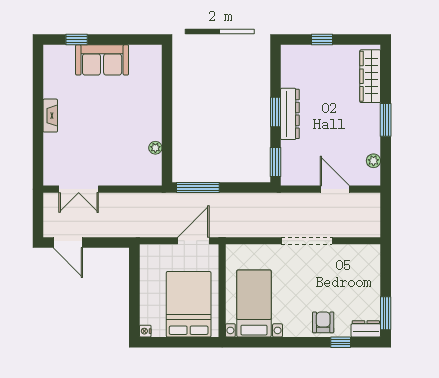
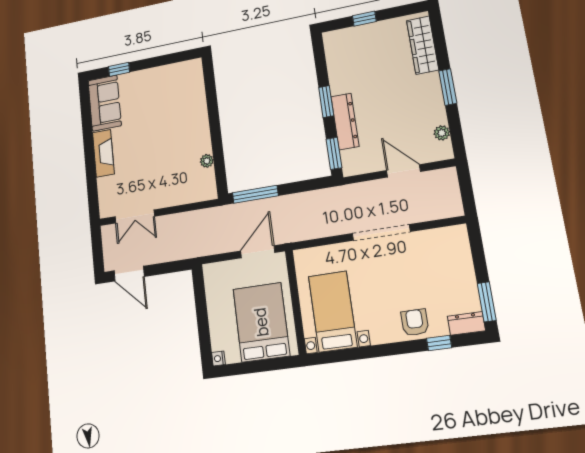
sofa: (102, 60) -> (105, 103), moved, turned -90
dresser: (290, 114) -> (345, 121), moved
fireplace: (50, 116) -> (103, 153), width x1.37, depth x1.32

